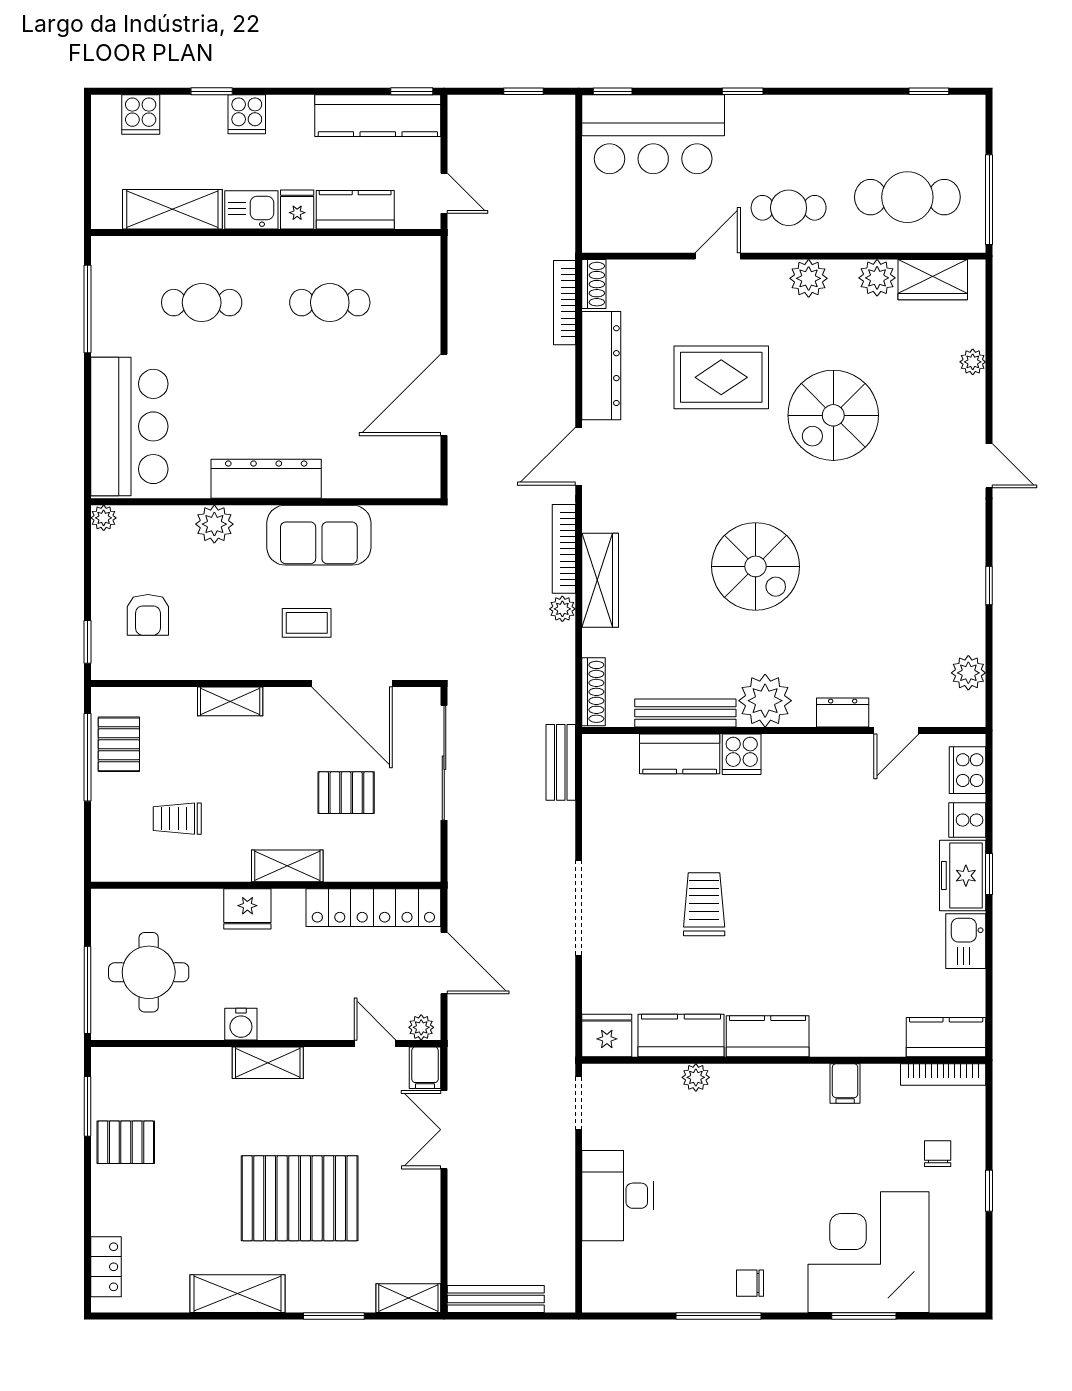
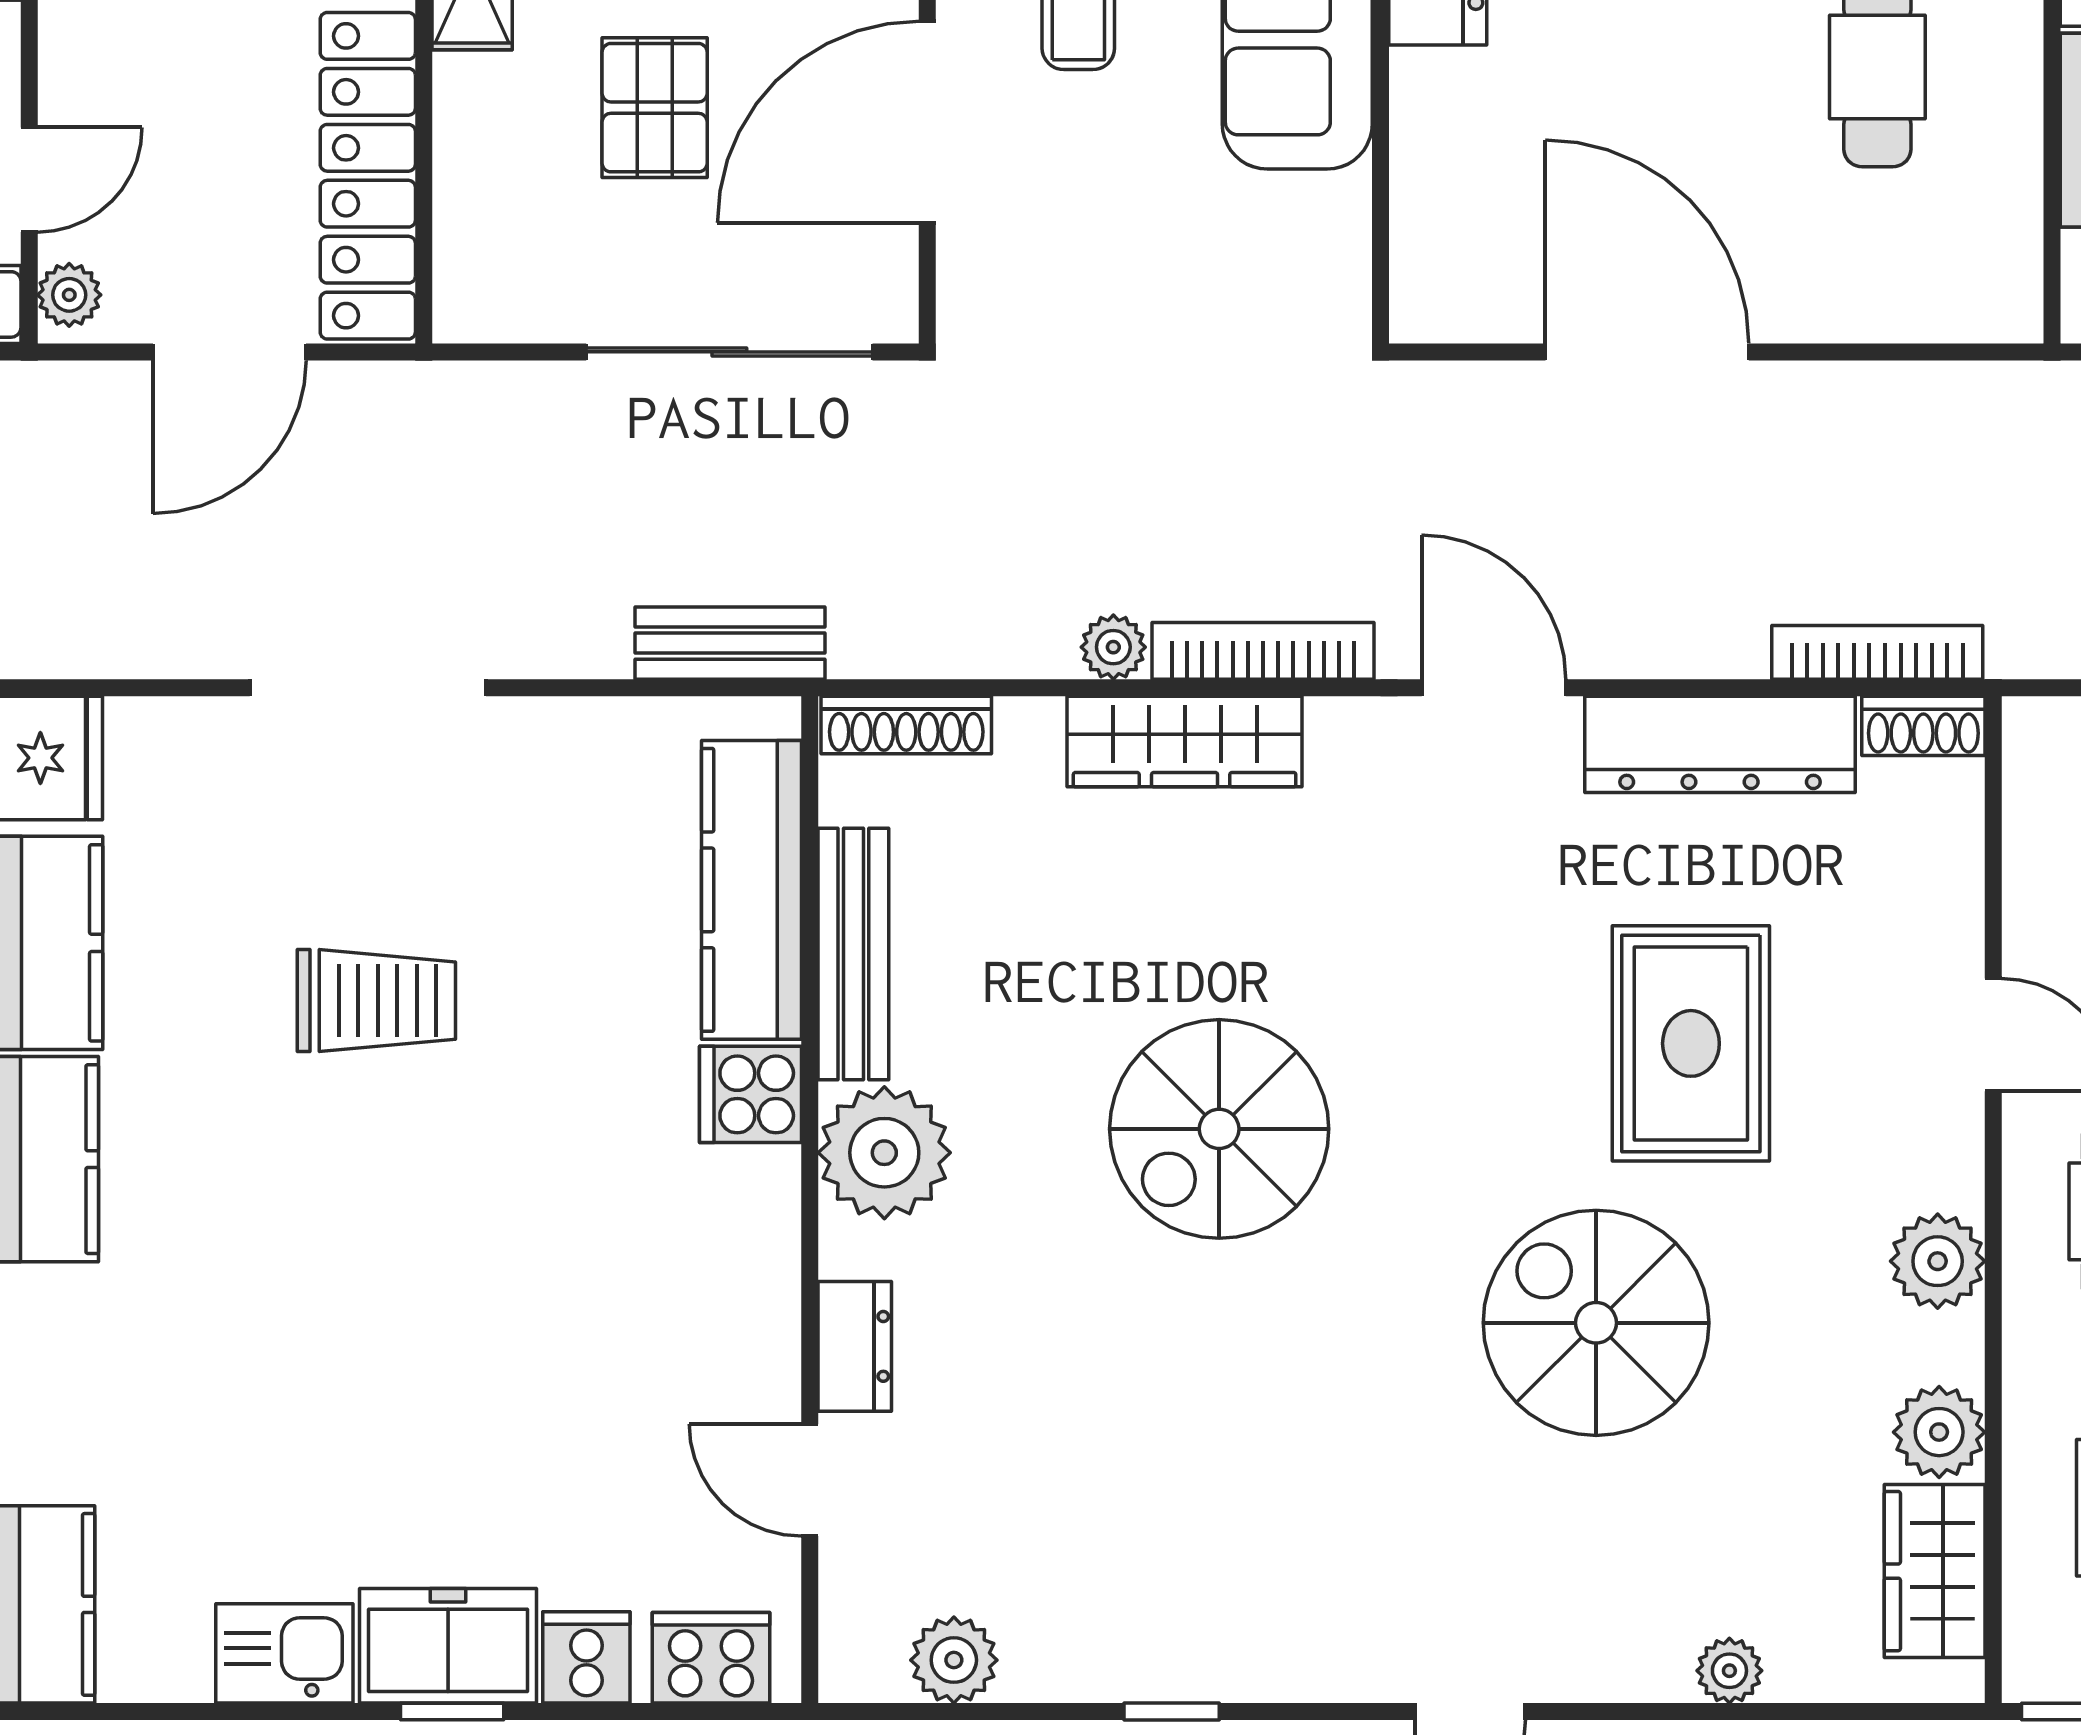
kitchen counter: (680, 754) -> (752, 890), width x1.50

